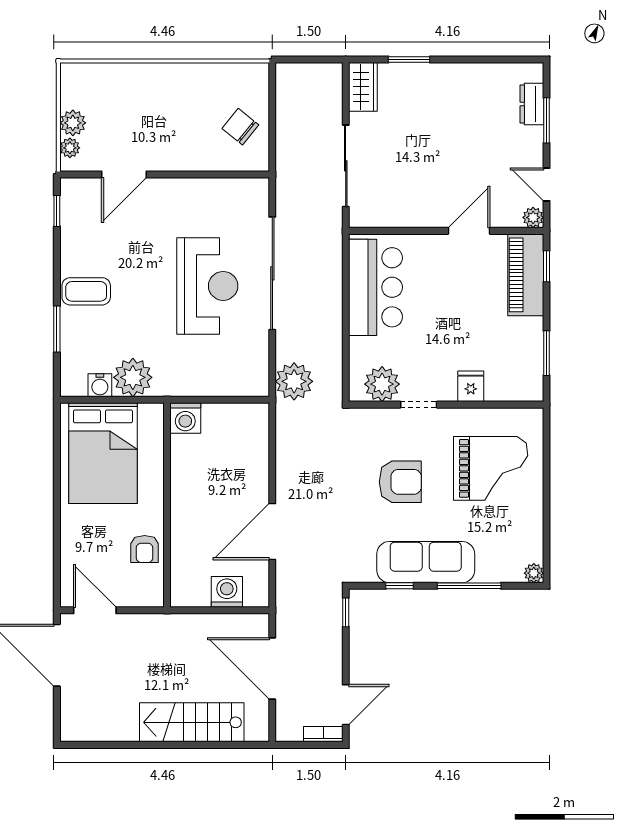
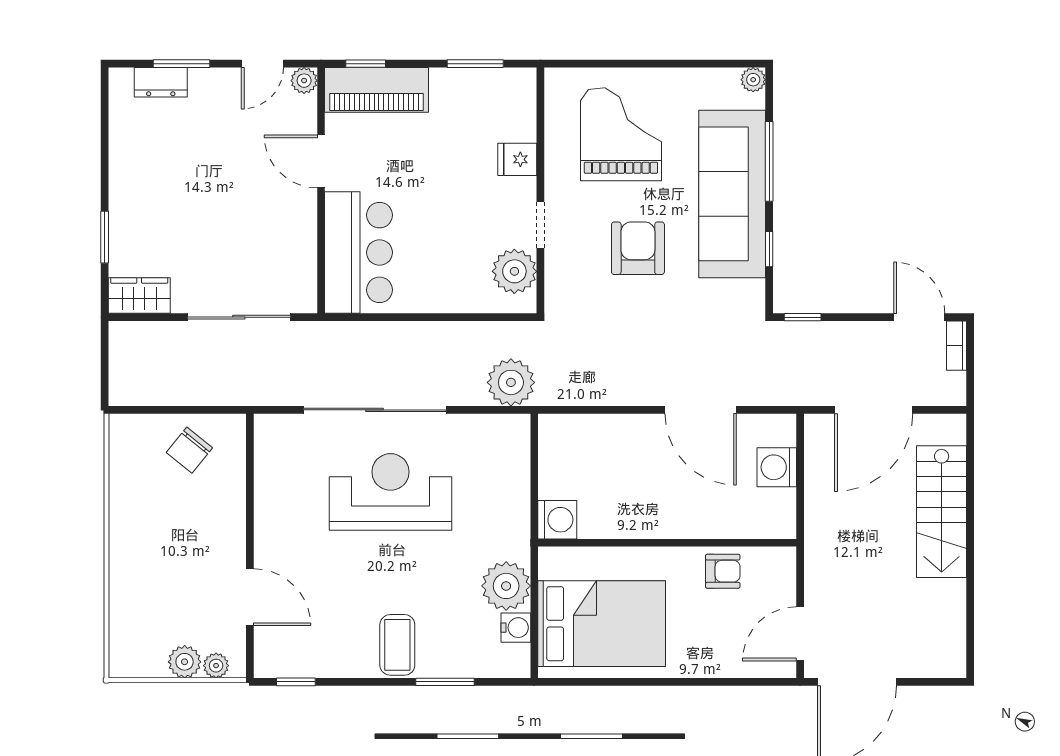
bar counter: (375, 287) -> (359, 252), moved, turned 90
sofa: (426, 562) -> (732, 194), width x1.36, depth x1.27

